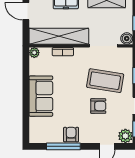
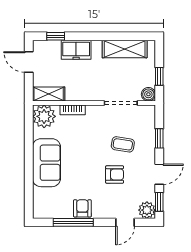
shelving: (59, 36) -> (49, 94), width x0.45, depth x0.75
plant: (34, 53) -> (44, 116), width x1.87, depth x1.87
coffee table: (105, 81) -> (123, 144), width x0.54, depth x0.58

